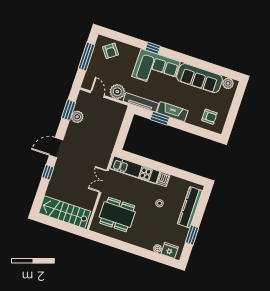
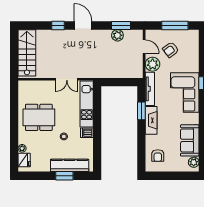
armchair: (111, 51) -> (171, 50), moved
sofa: (199, 78) -> (190, 140), width x0.73
door: (97, 94) -> (144, 47), hinge flipped
double door: (104, 181) -> (67, 79), swing flipped
dining table: (117, 214) -> (39, 117), moved, turned 90
window: (192, 235) -> (64, 176), moved

